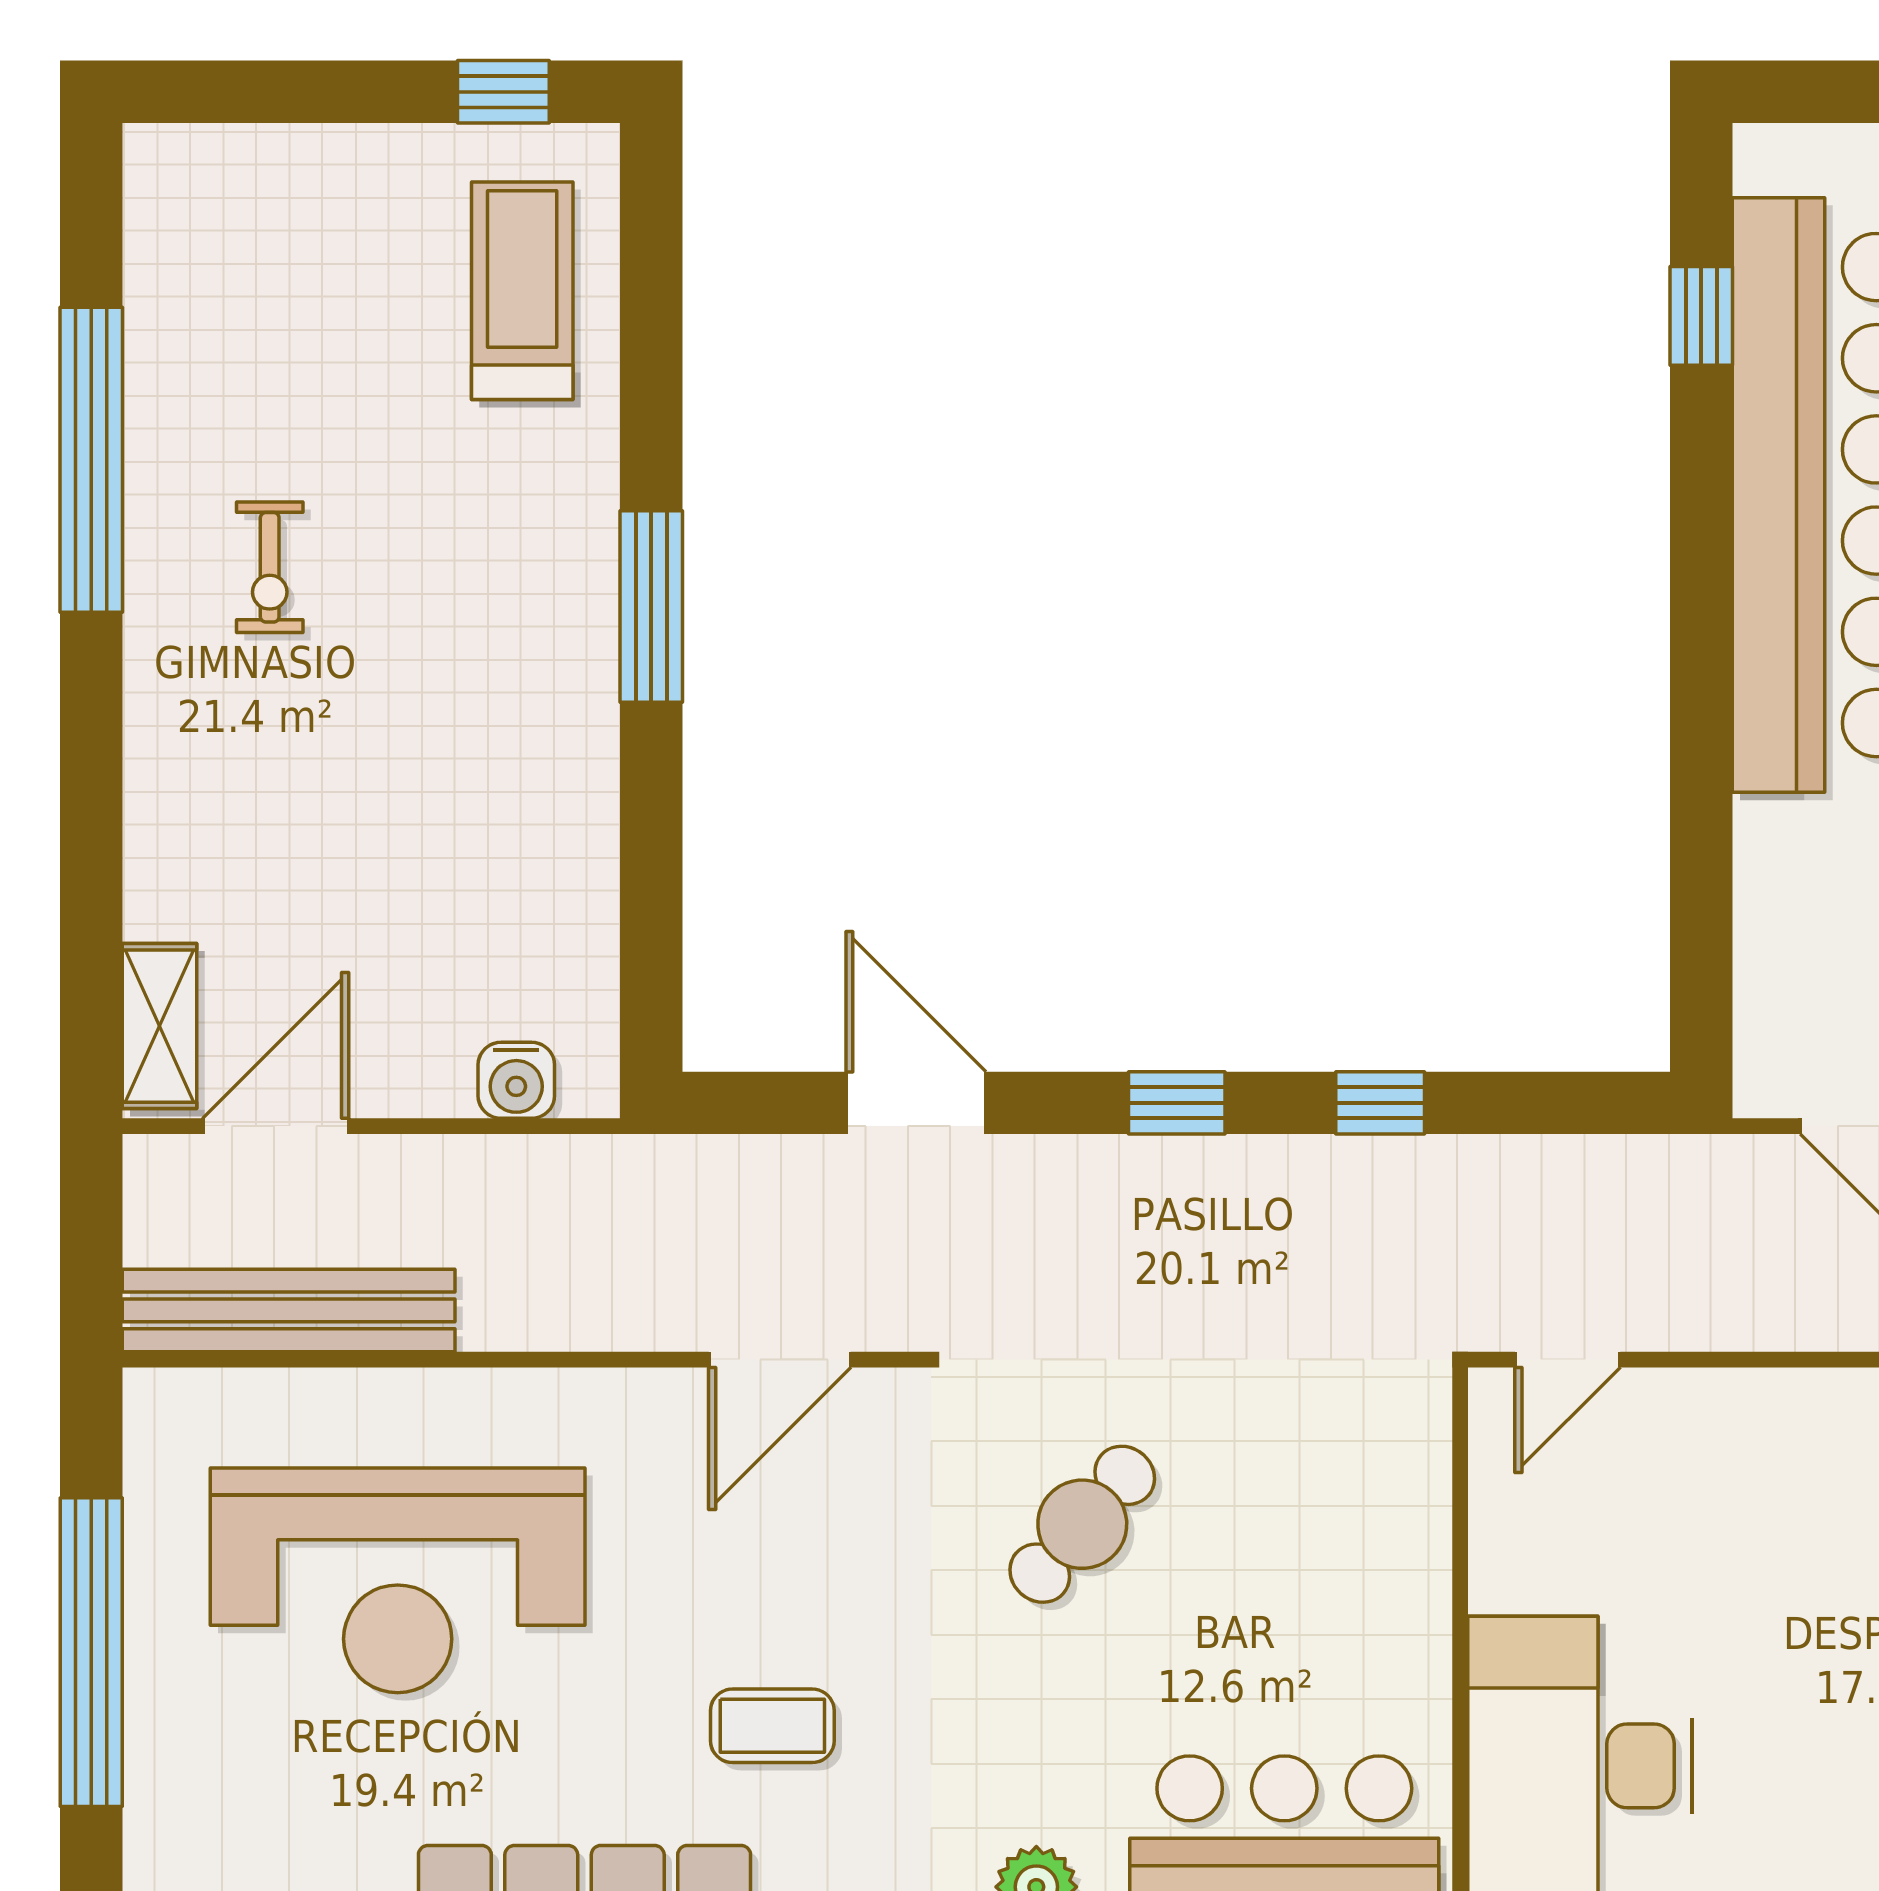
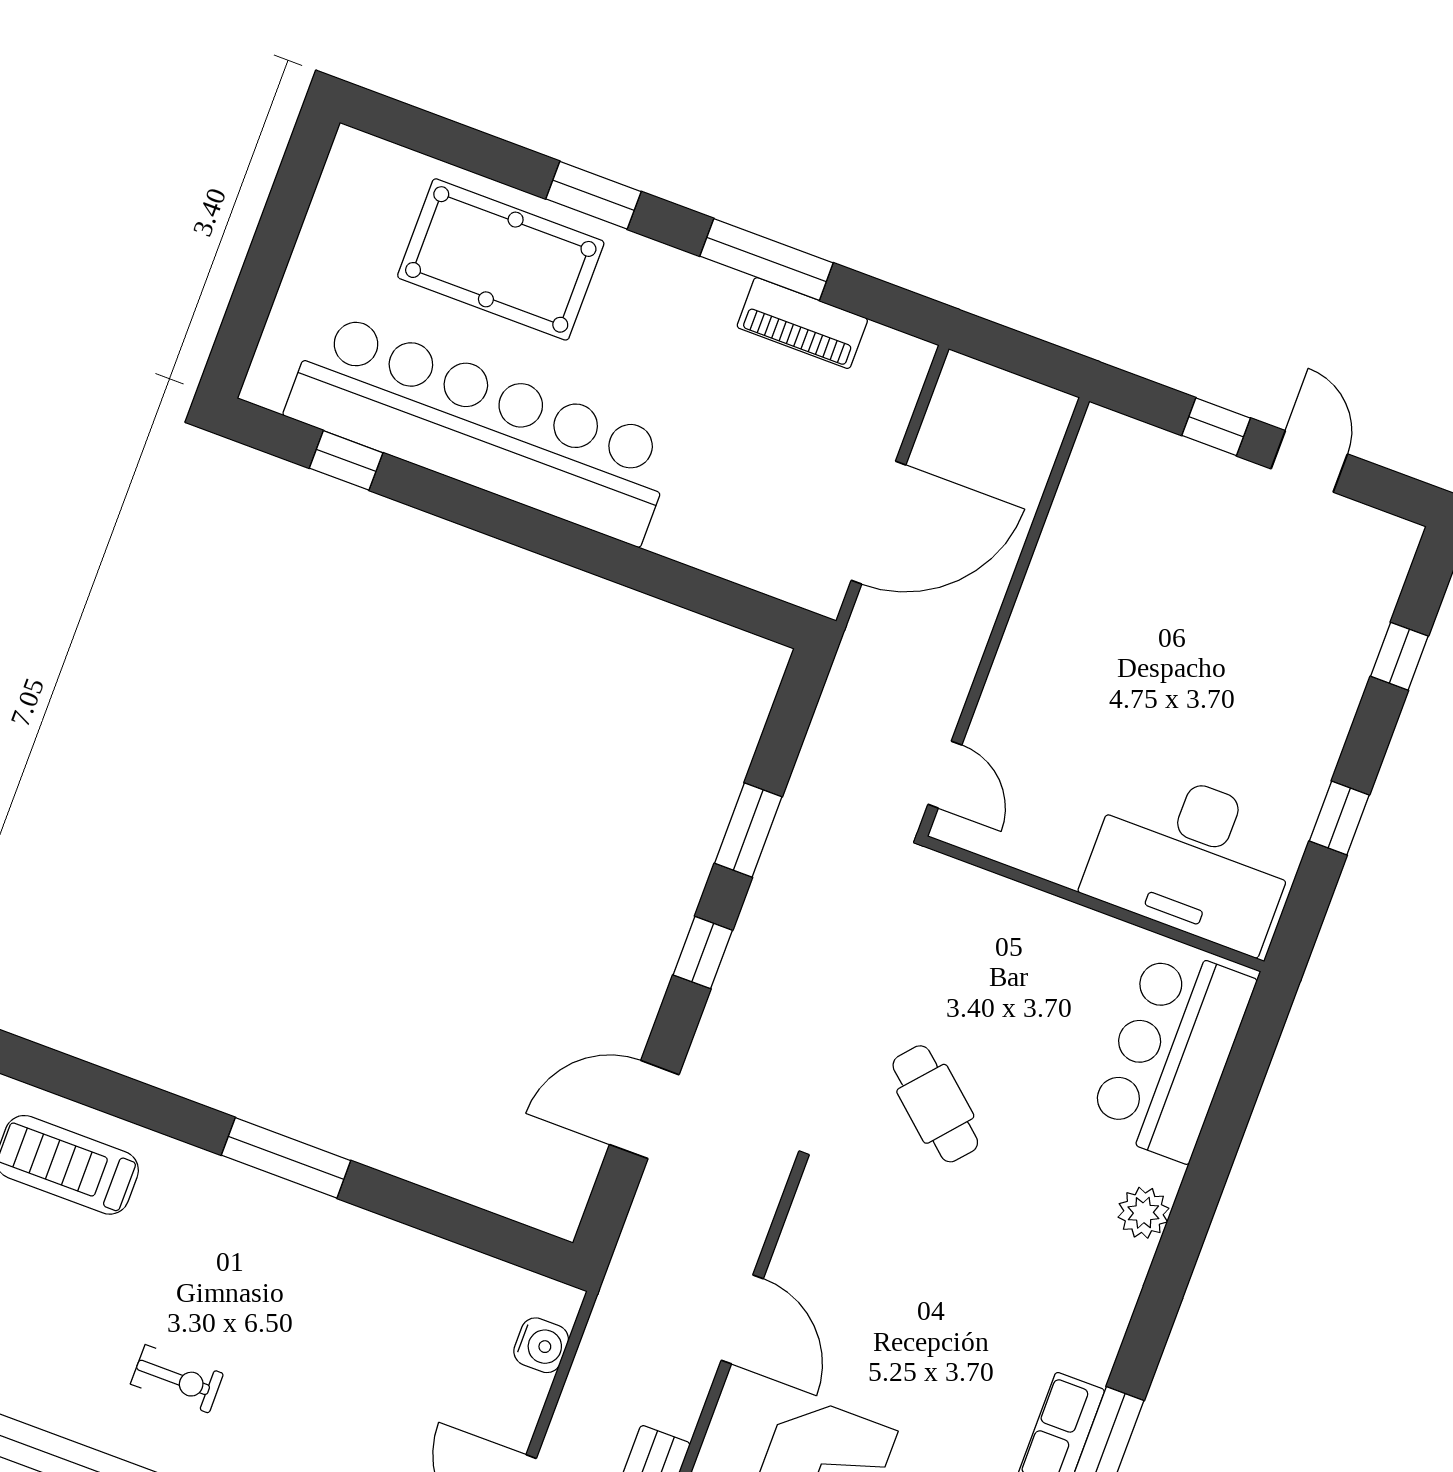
window: (1380, 1103) -> (748, 830), width x1.50
door: (780, 1360) -> (742, 1319), moved
coffee table: (772, 1726) -> (987, 1336), removed

